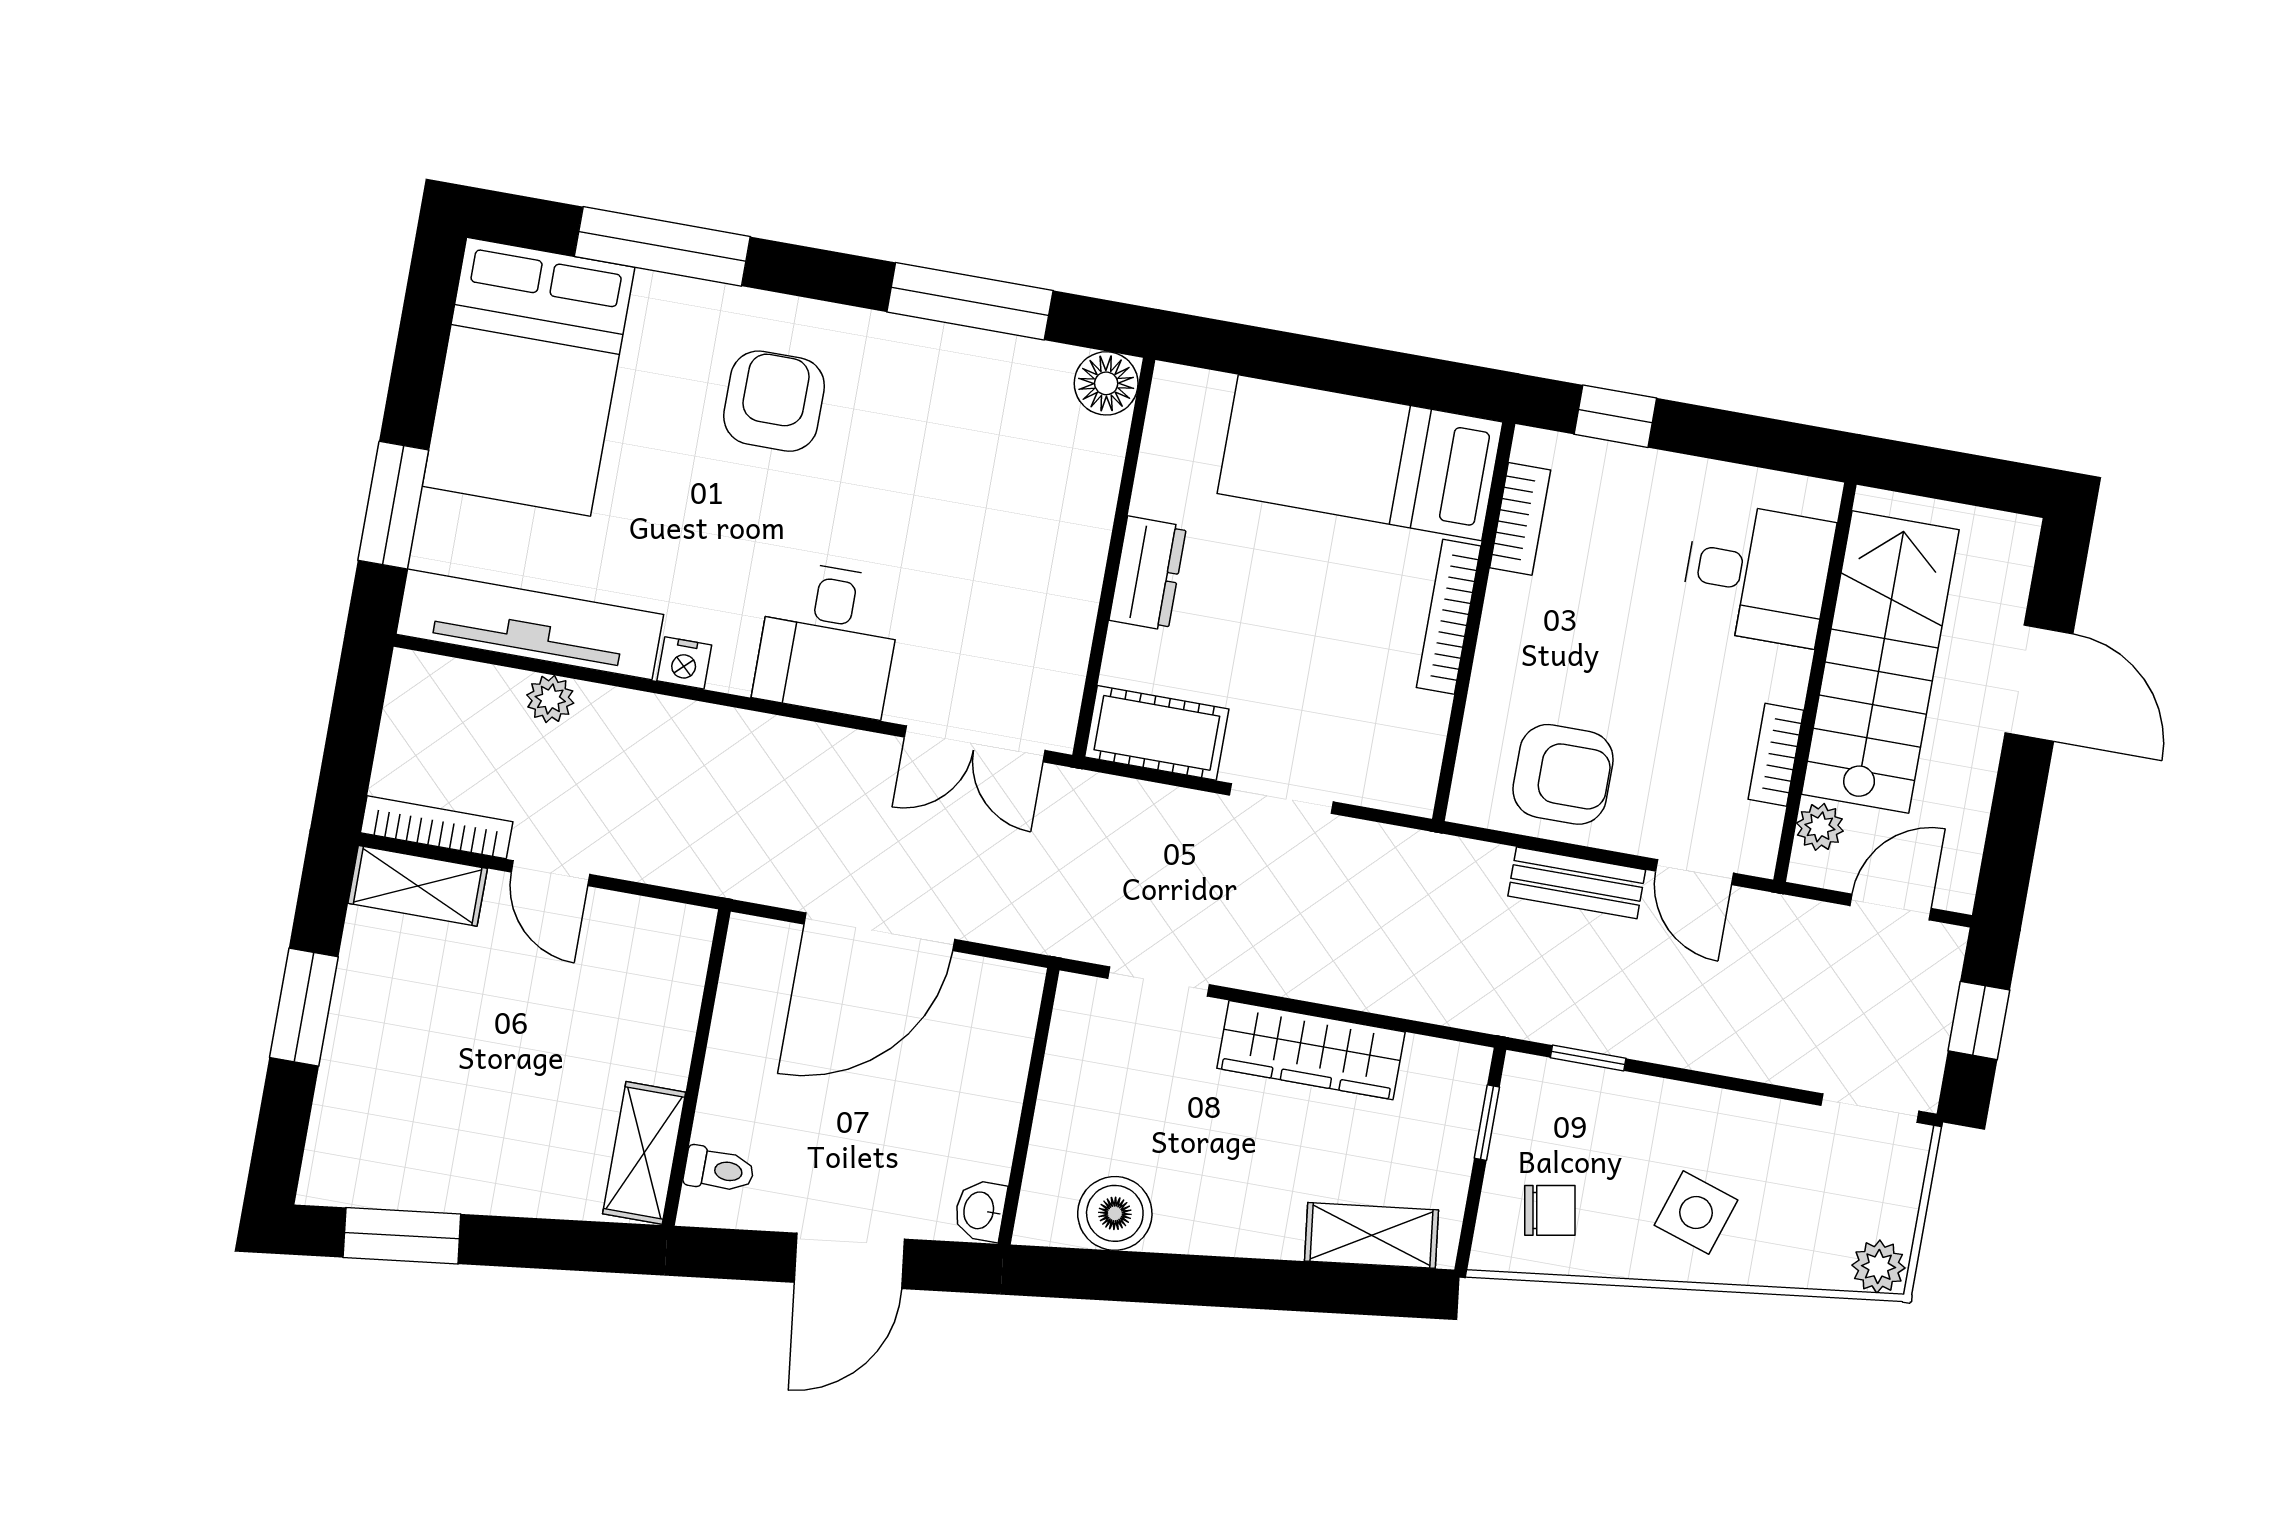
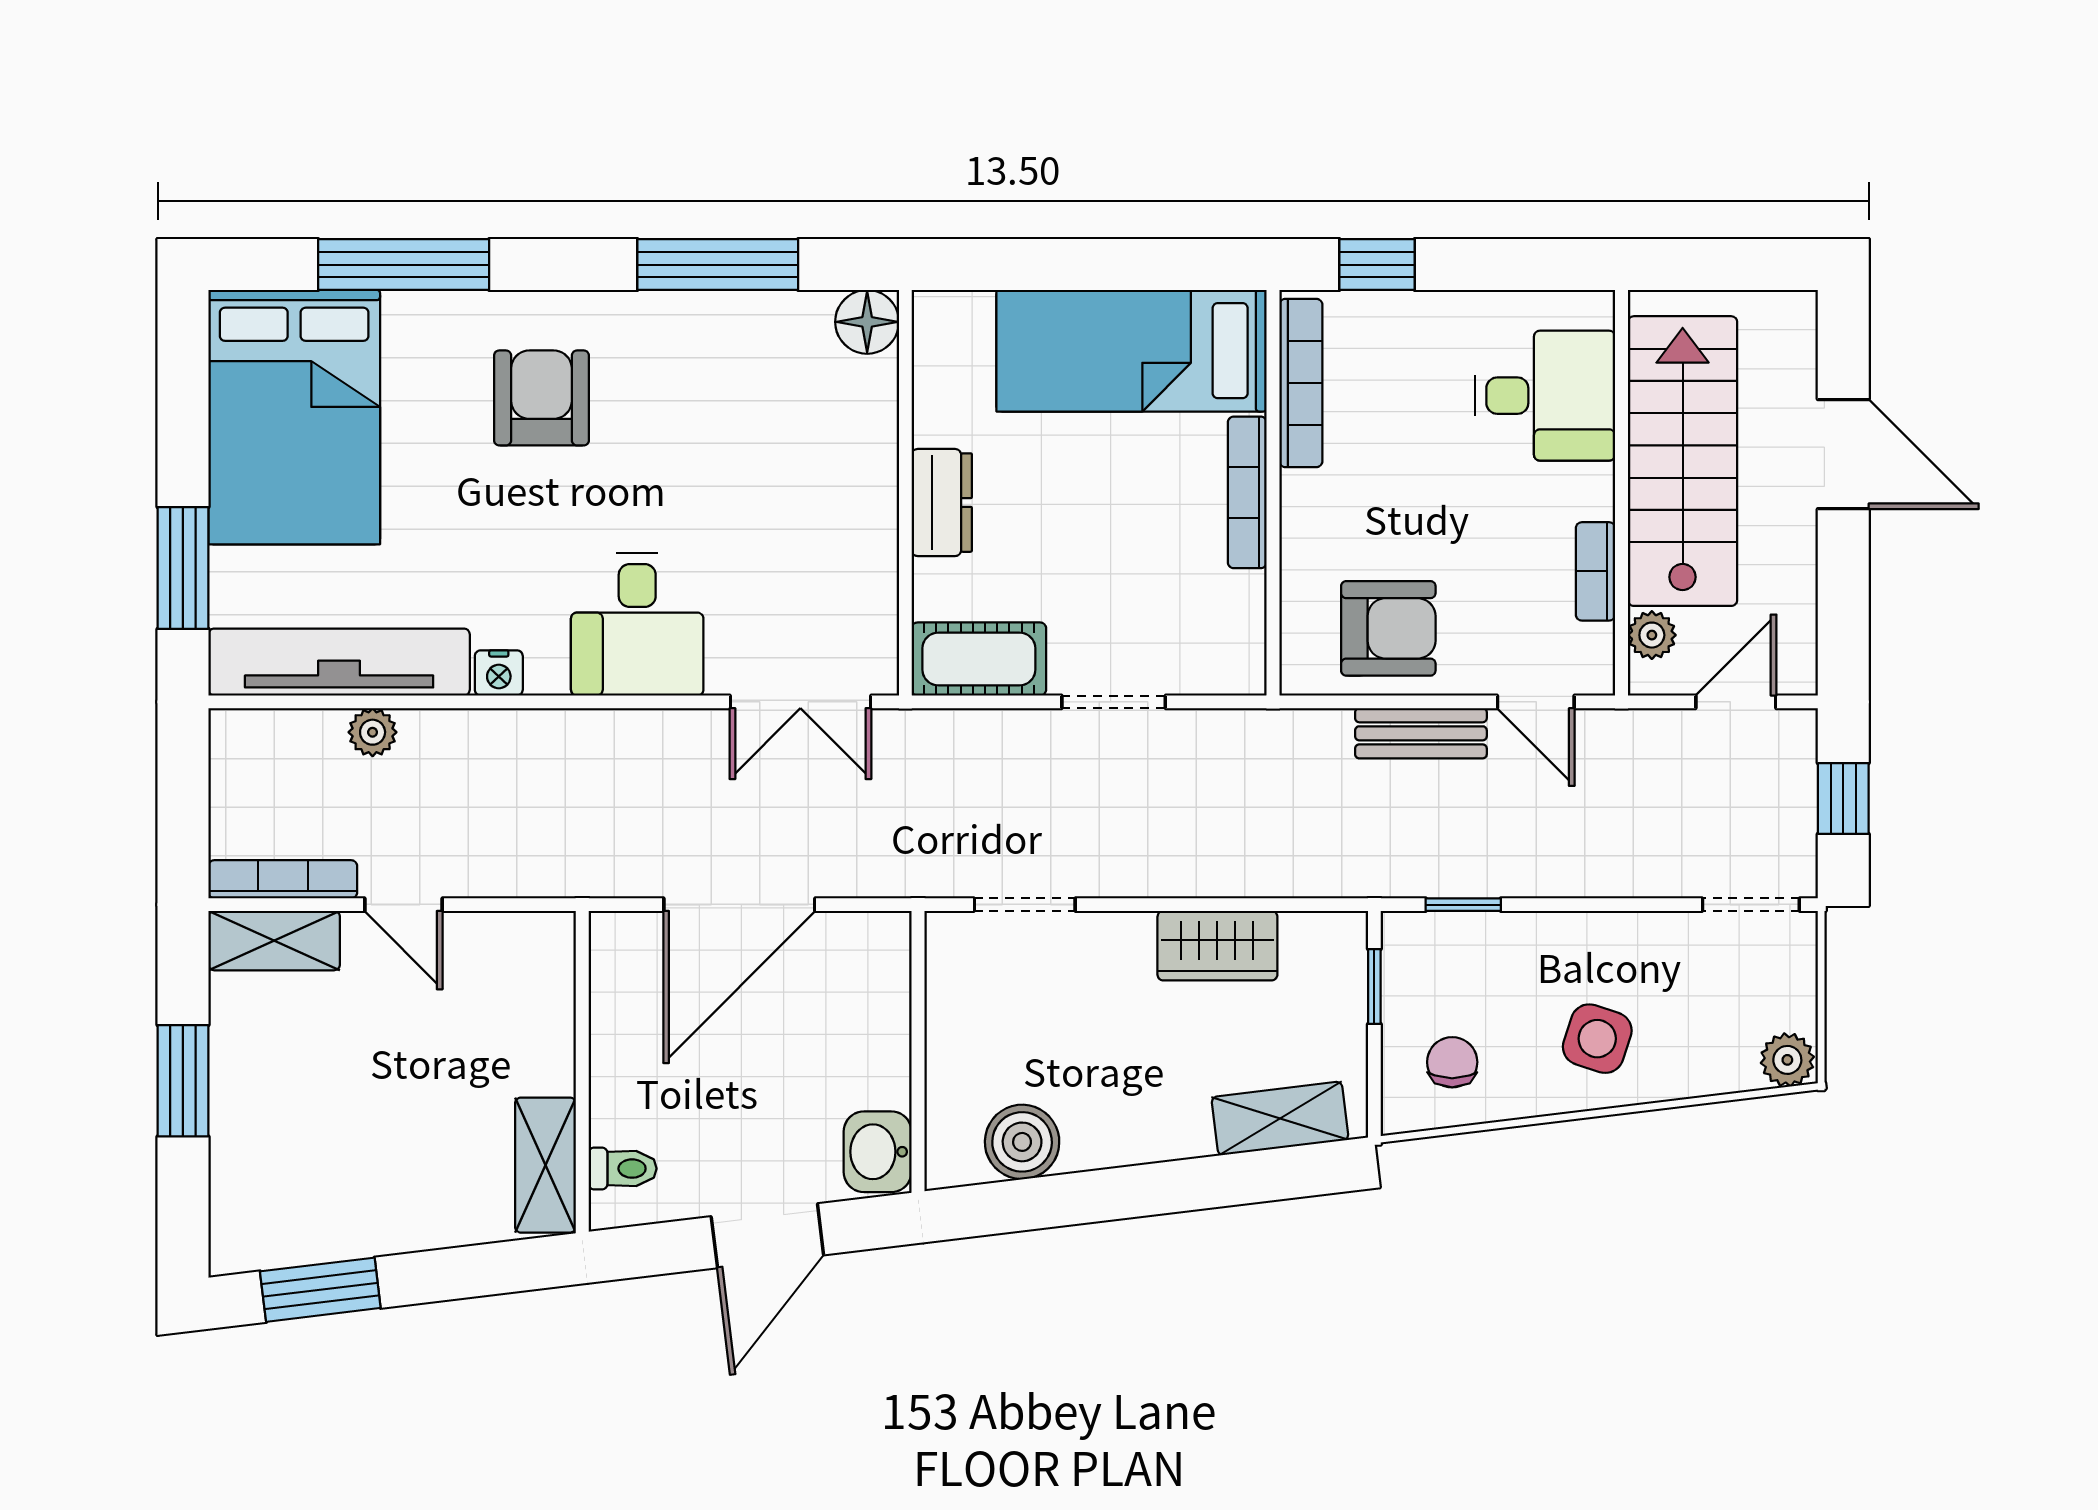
bookcase: (1520, 519) -> (1301, 383), width x1.56
wardrobe: (1311, 1050) -> (1217, 946), width x0.67
chair: (1550, 1210) -> (1452, 1062), turned -80
washbasin: (980, 1211) -> (878, 1152), width x1.38, depth x1.45

